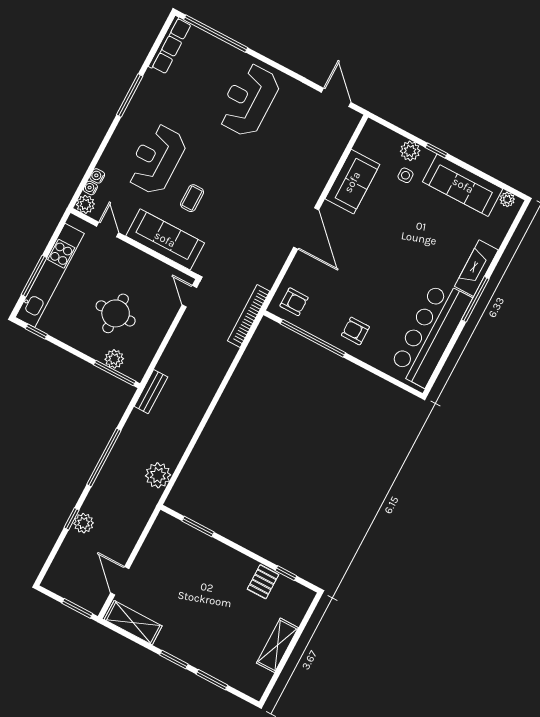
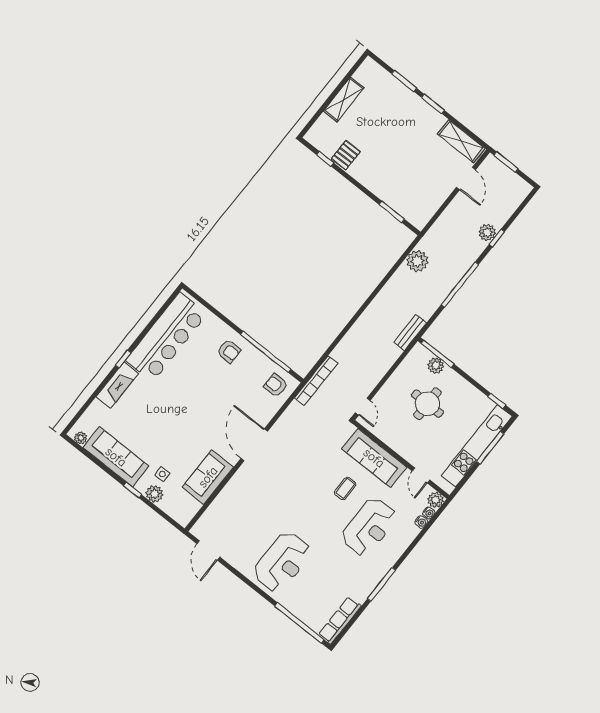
window: (475, 299) -> (123, 359), width x0.46

